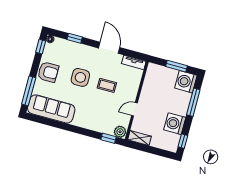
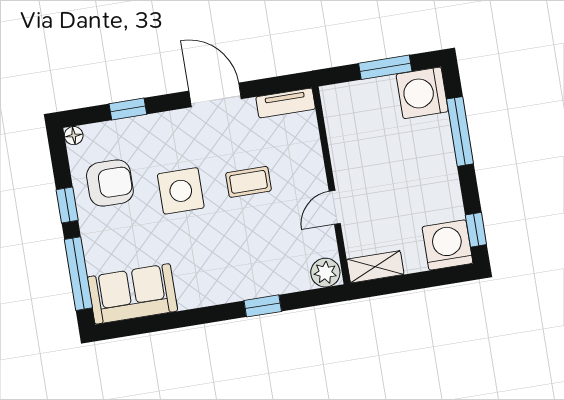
window: (41, 47) -> (67, 205), moved
armchair: (48, 72) -> (110, 183), moved
sofa: (51, 109) -> (133, 294), width x0.73
washing machine: (175, 124) -> (447, 245), moved, turned 90
window: (108, 138) -> (263, 306), moved

